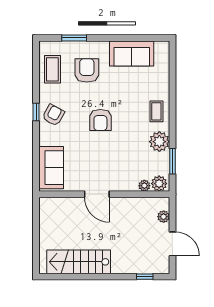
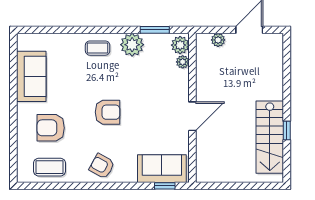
window: (74, 38) -> (13, 142), removed
window: (36, 112) -> (165, 186), moved
window: (145, 277) -> (287, 130), moved

